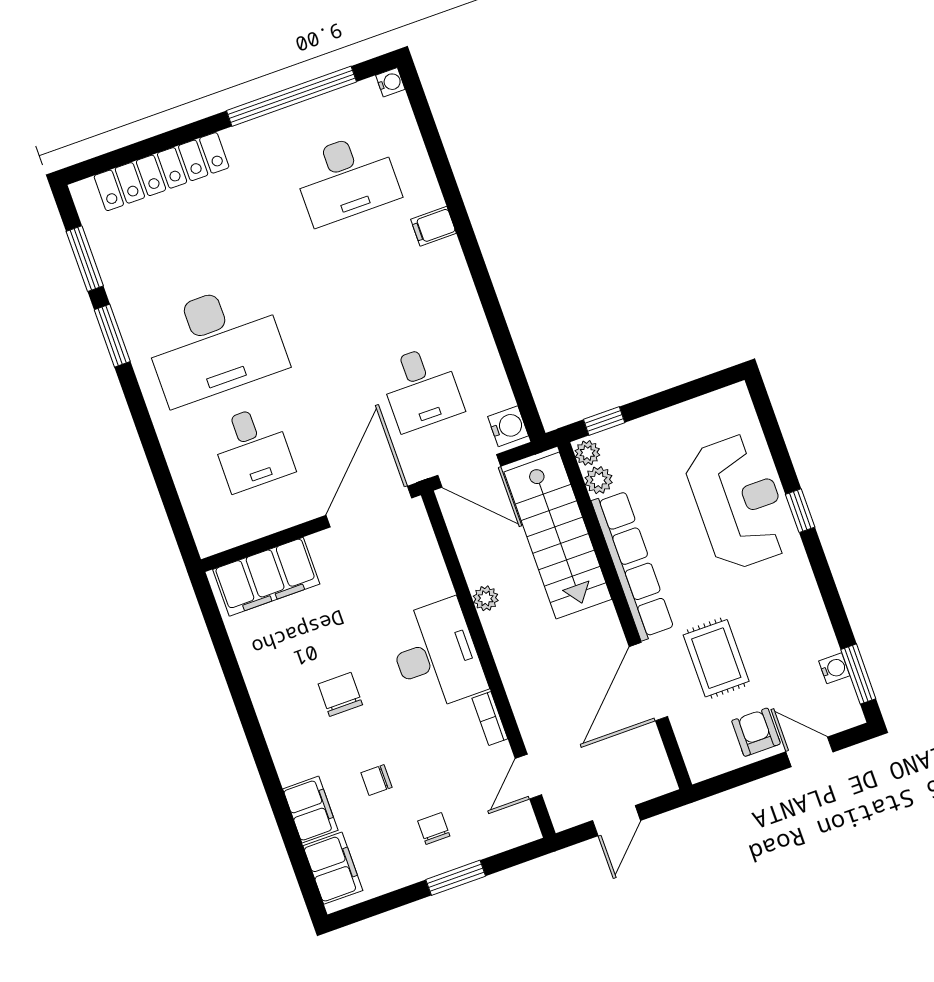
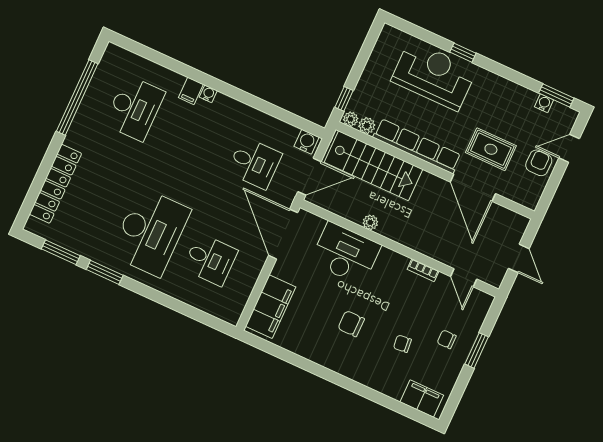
water cooler: (390, 82) -> (208, 94), moved
desk: (436, 655) -> (346, 254), moved
armchair: (756, 732) -> (539, 163), turned 90
chair: (376, 780) -> (402, 344), turned 84
filing cabinet: (310, 810) -> (388, 384), removed

